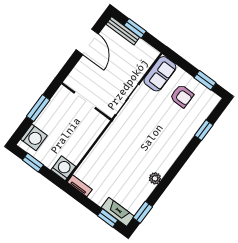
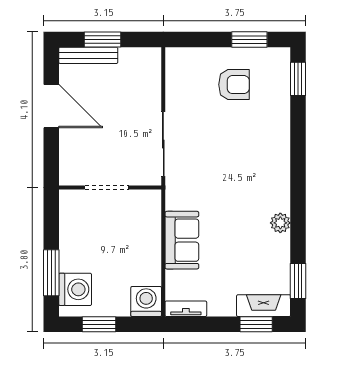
sofa: (160, 74) -> (182, 240), moved
window: (38, 108) -> (51, 273), moved
window: (204, 130) -> (298, 79), moved

